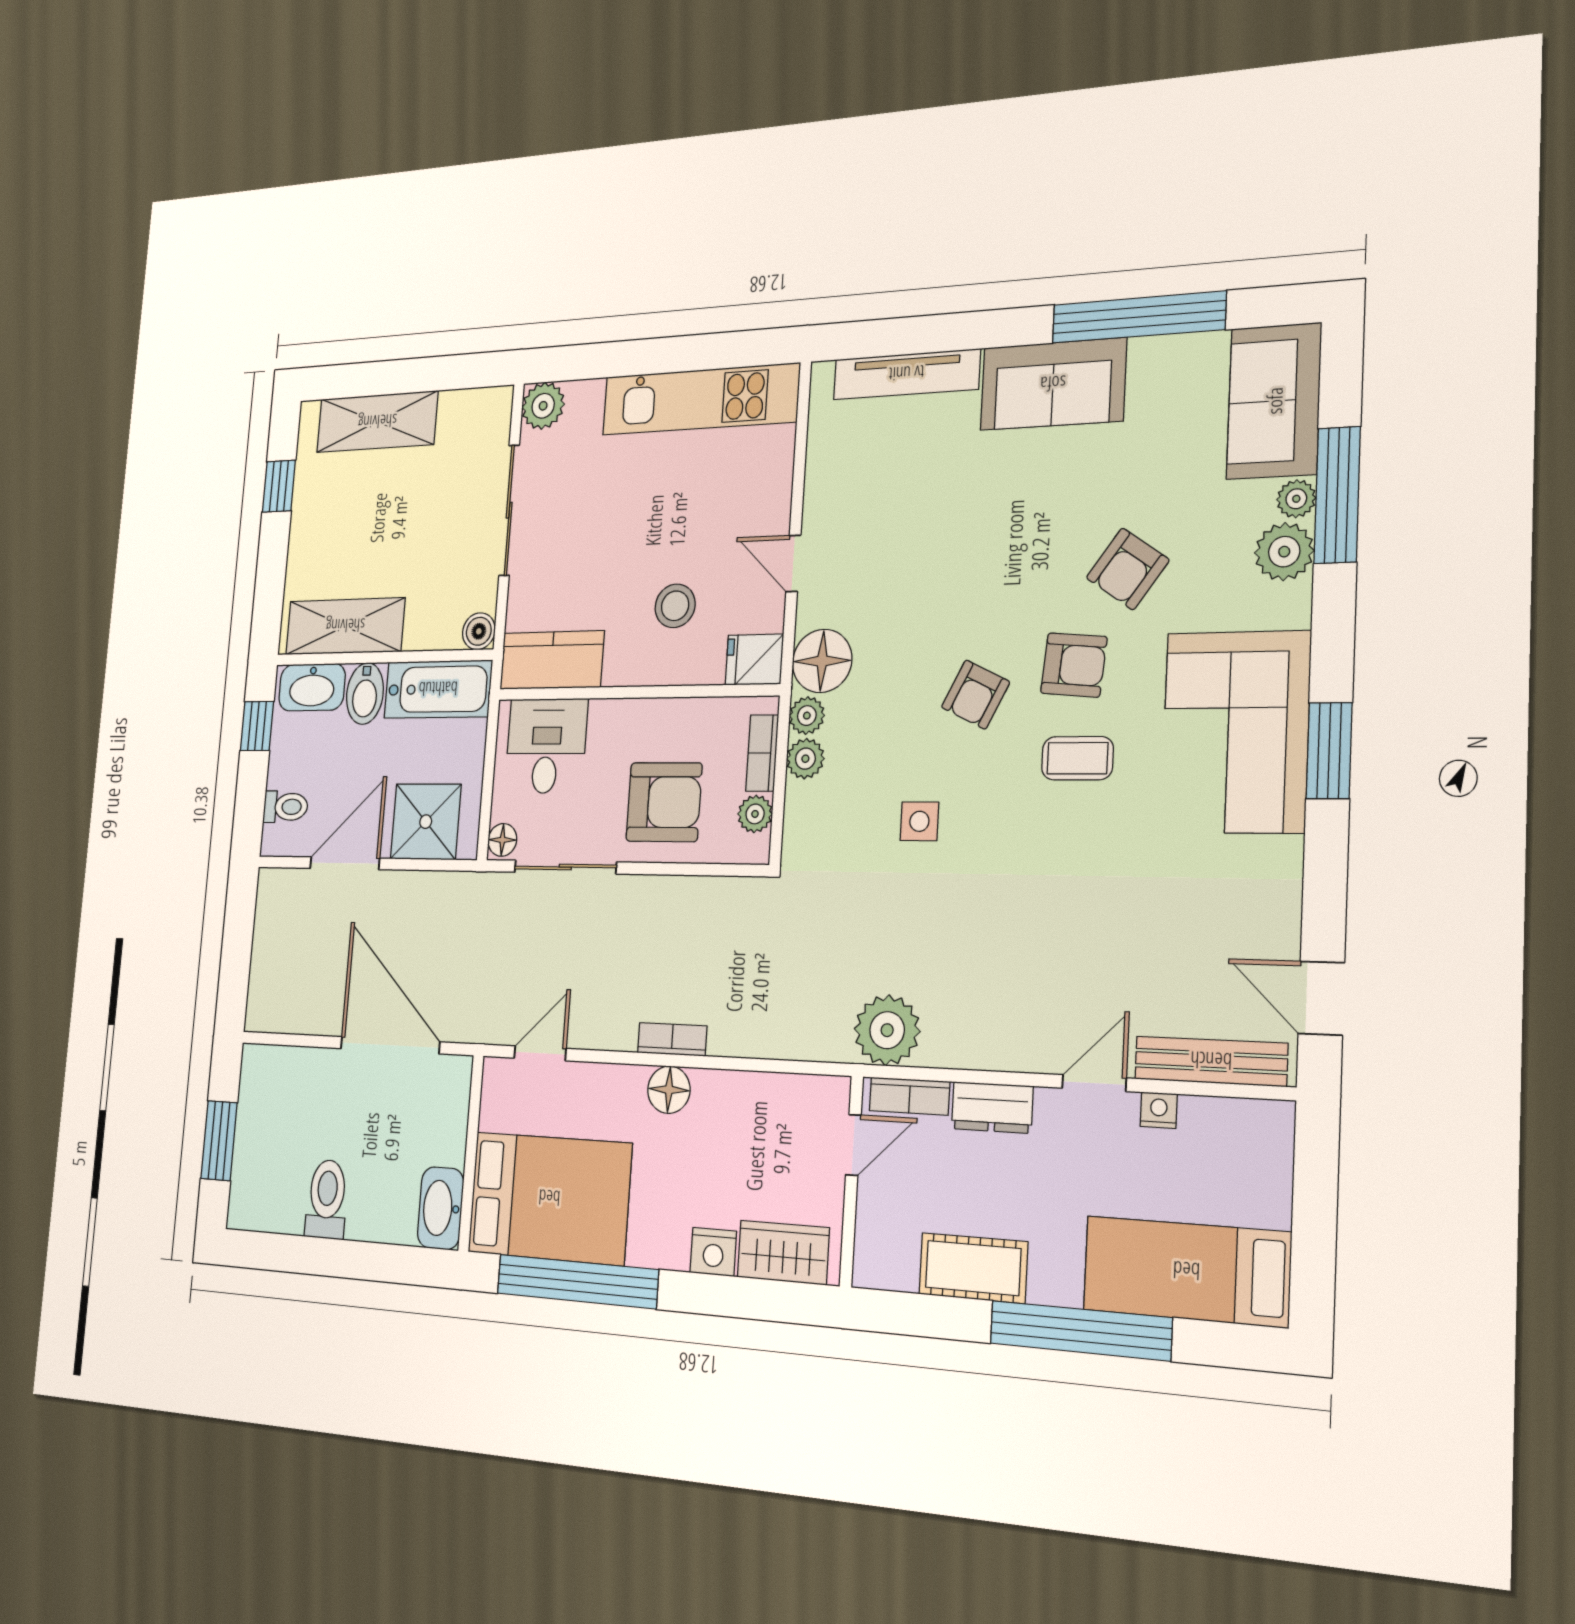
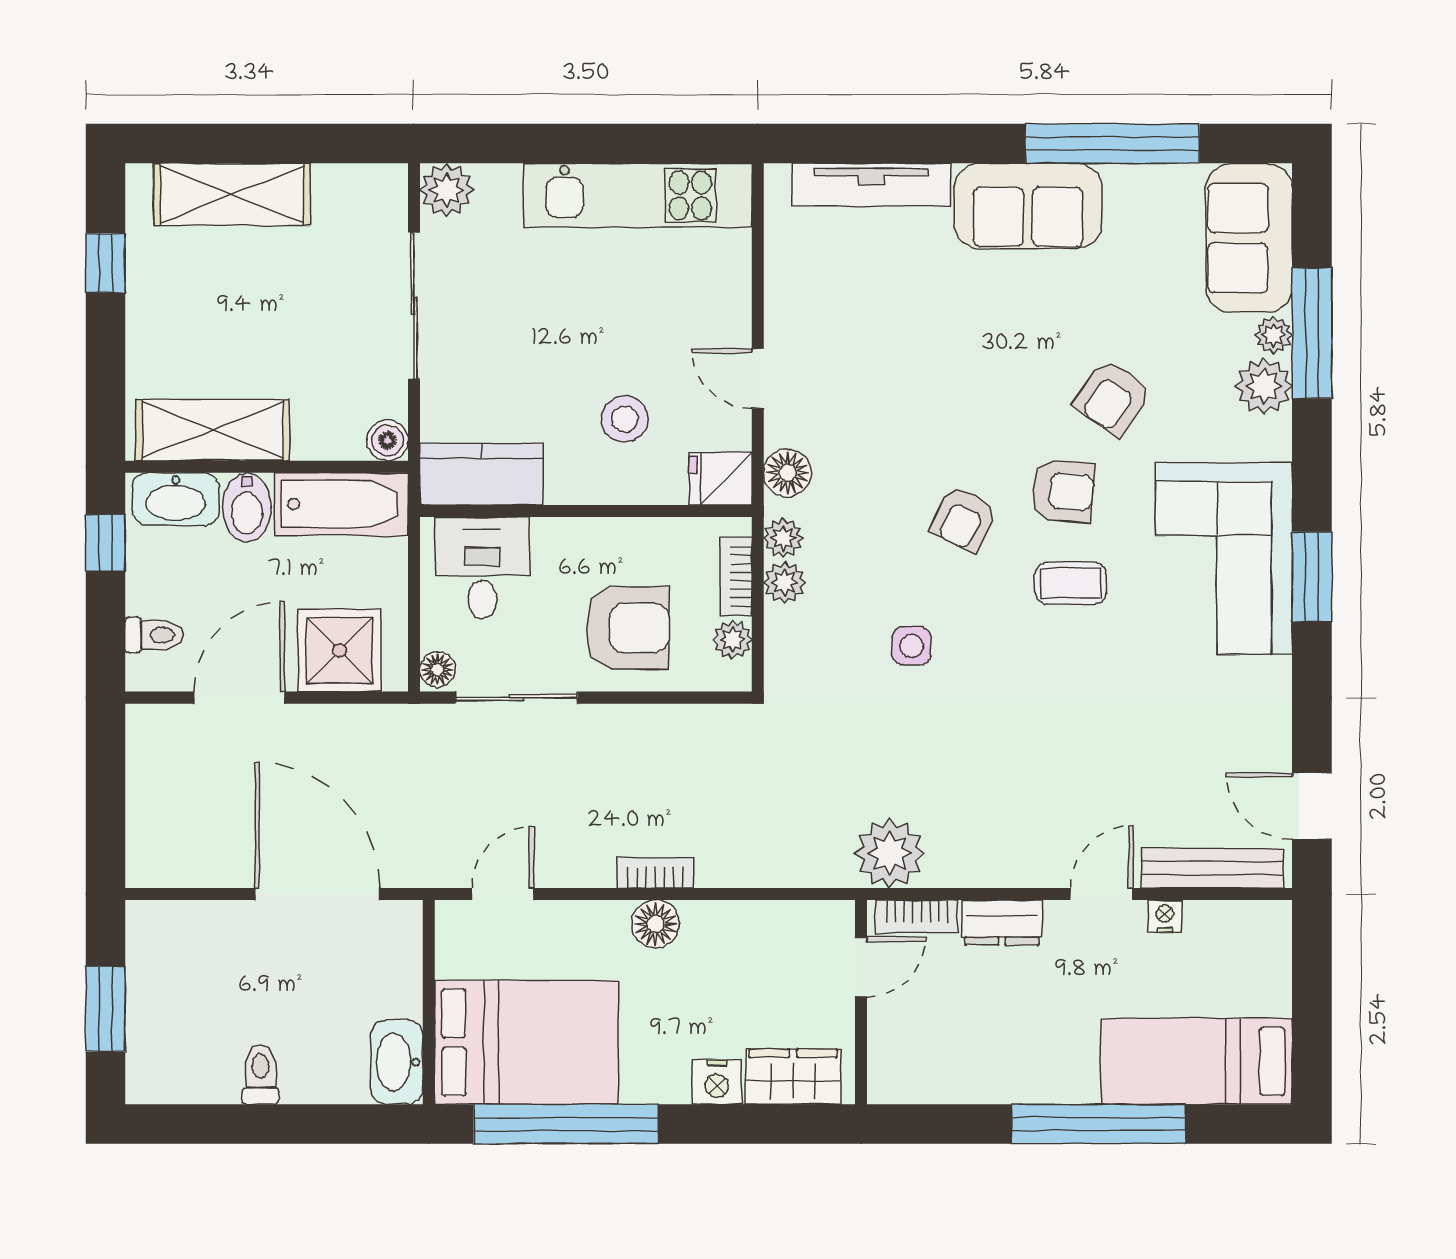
floor lamp: (822, 661) -> (788, 473), width x0.73, depth x0.73
toilet: (327, 1199) -> (260, 1074), width x0.73, depth x0.72
cot: (973, 1268) -> (991, 1075), removed

